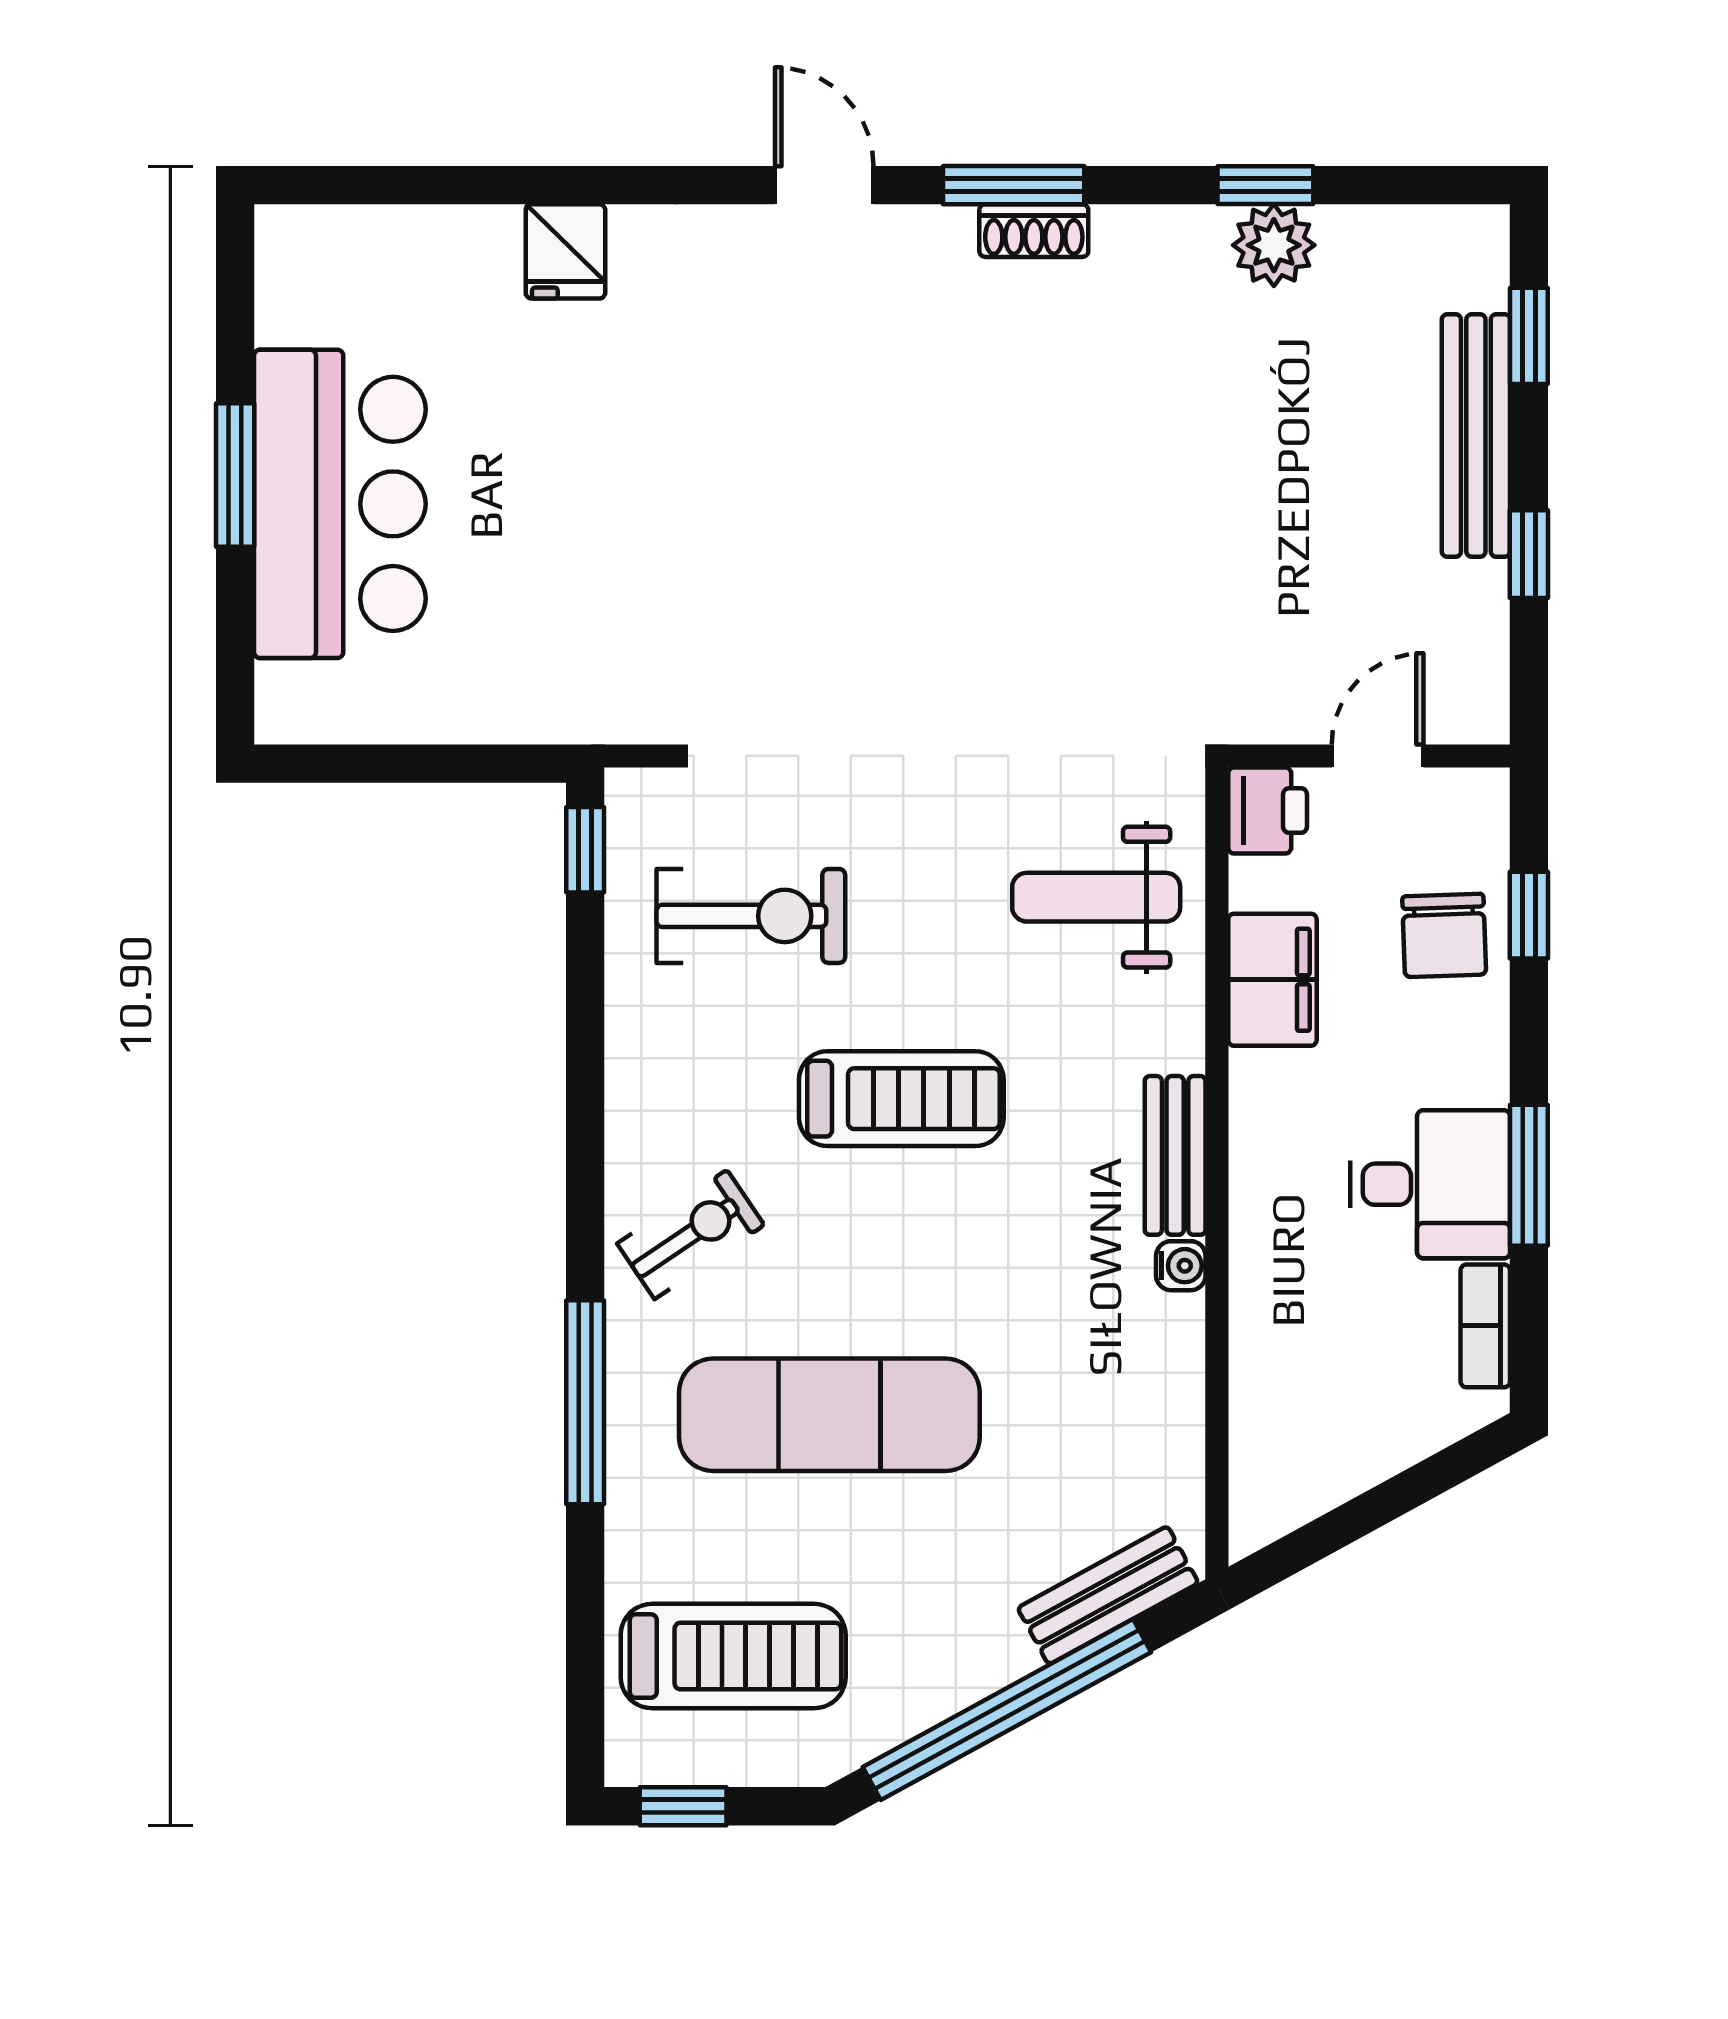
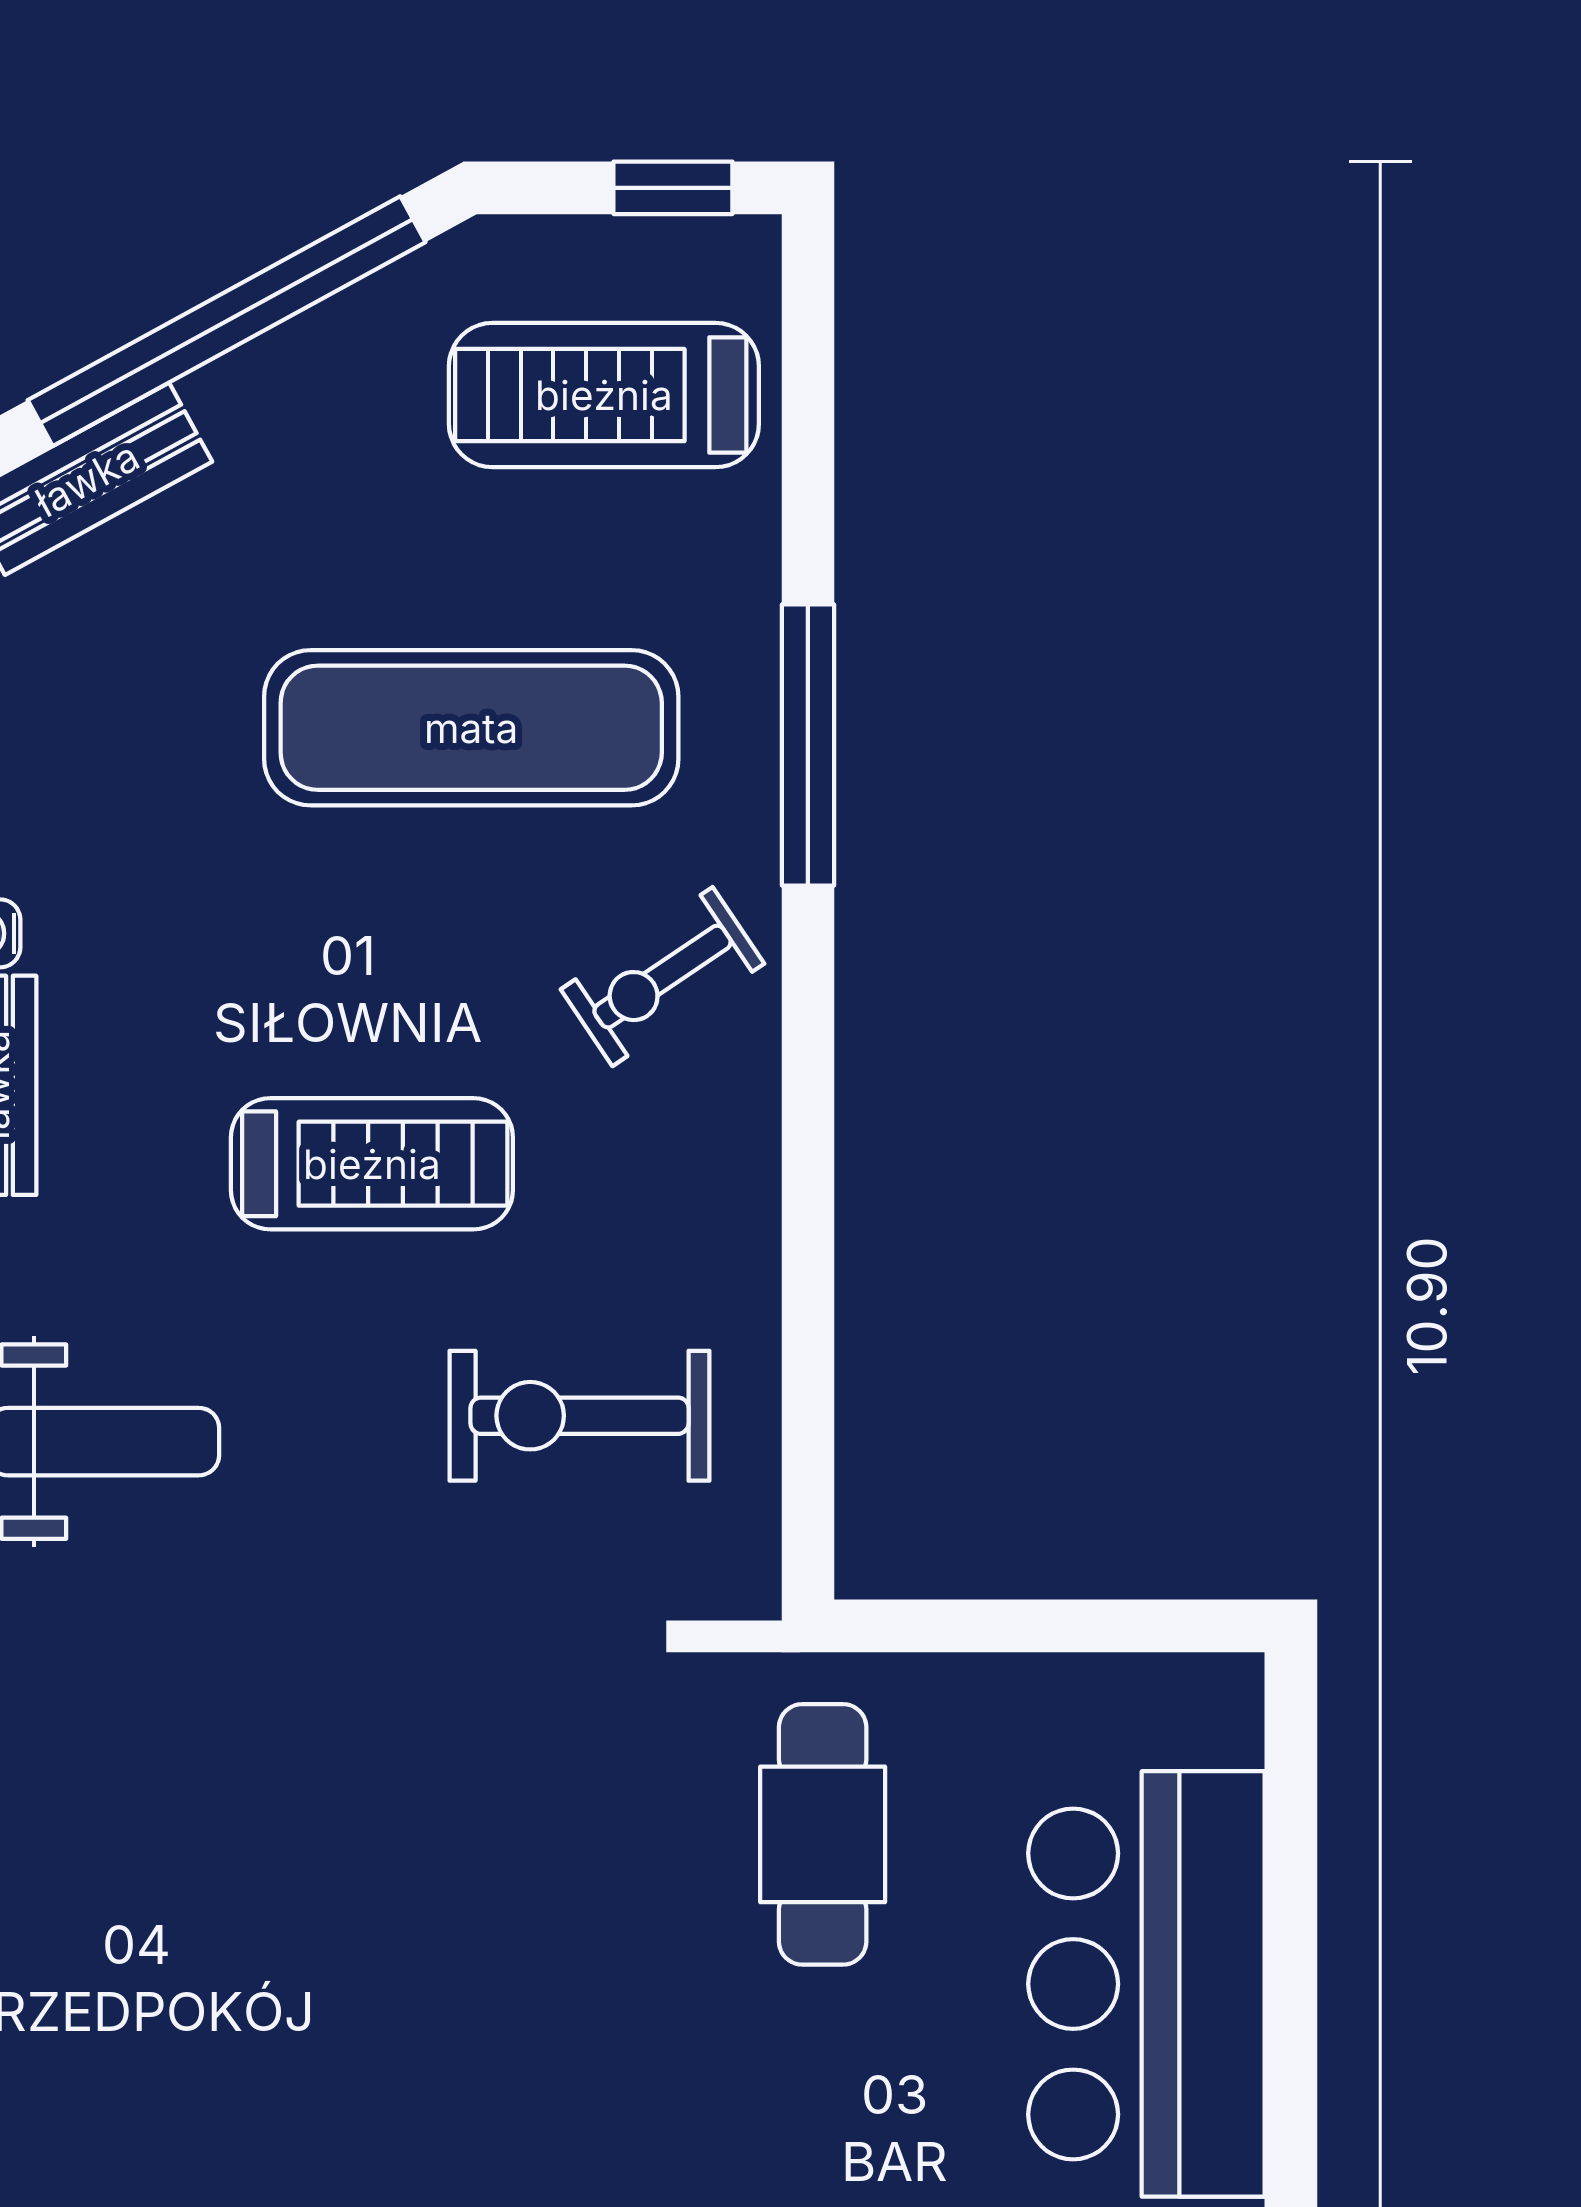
window: (235, 475) -> (1291, 2024), removed
cafe table: (575, 612) -> (823, 1834), added
window: (585, 850) -> (808, 1507), removed
treadmill: (901, 1099) -> (372, 1164), turned 180

